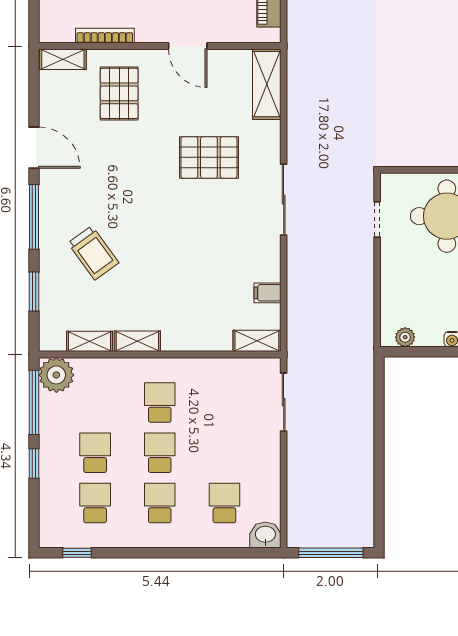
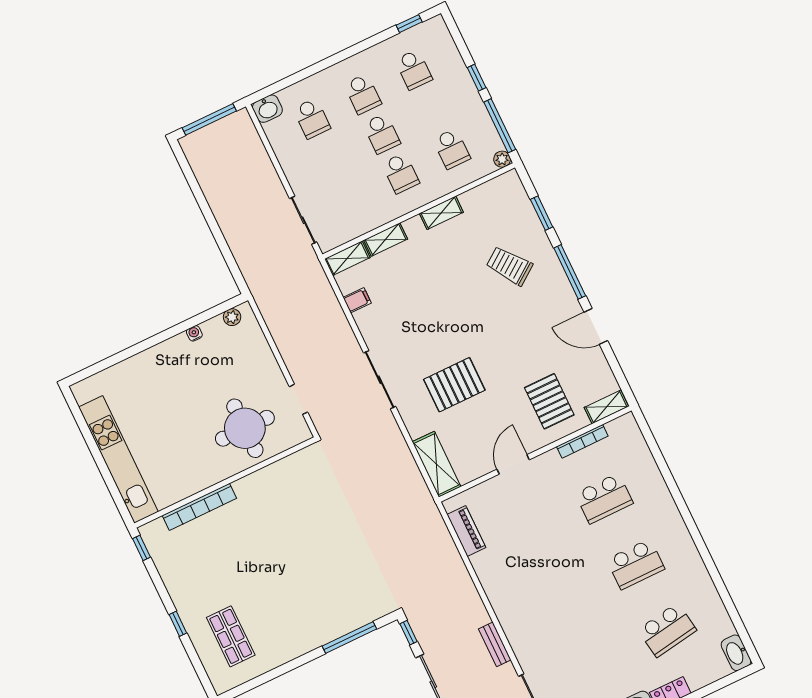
door: (188, 46) -> (513, 464), hinge flipped
shelving: (89, 341) -> (386, 240), moved
plant: (56, 375) -> (502, 159), width x0.53, depth x0.53
school desk: (95, 453) -> (452, 149), moved

